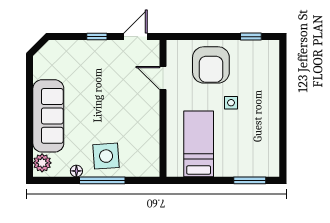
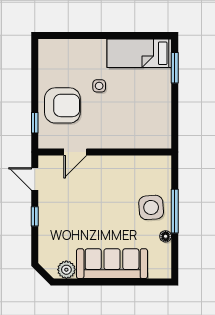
window: (251, 37) -> (35, 123), moved
bed: (199, 144) -> (139, 53), moved
plant: (42, 163) -> (66, 270), moved

